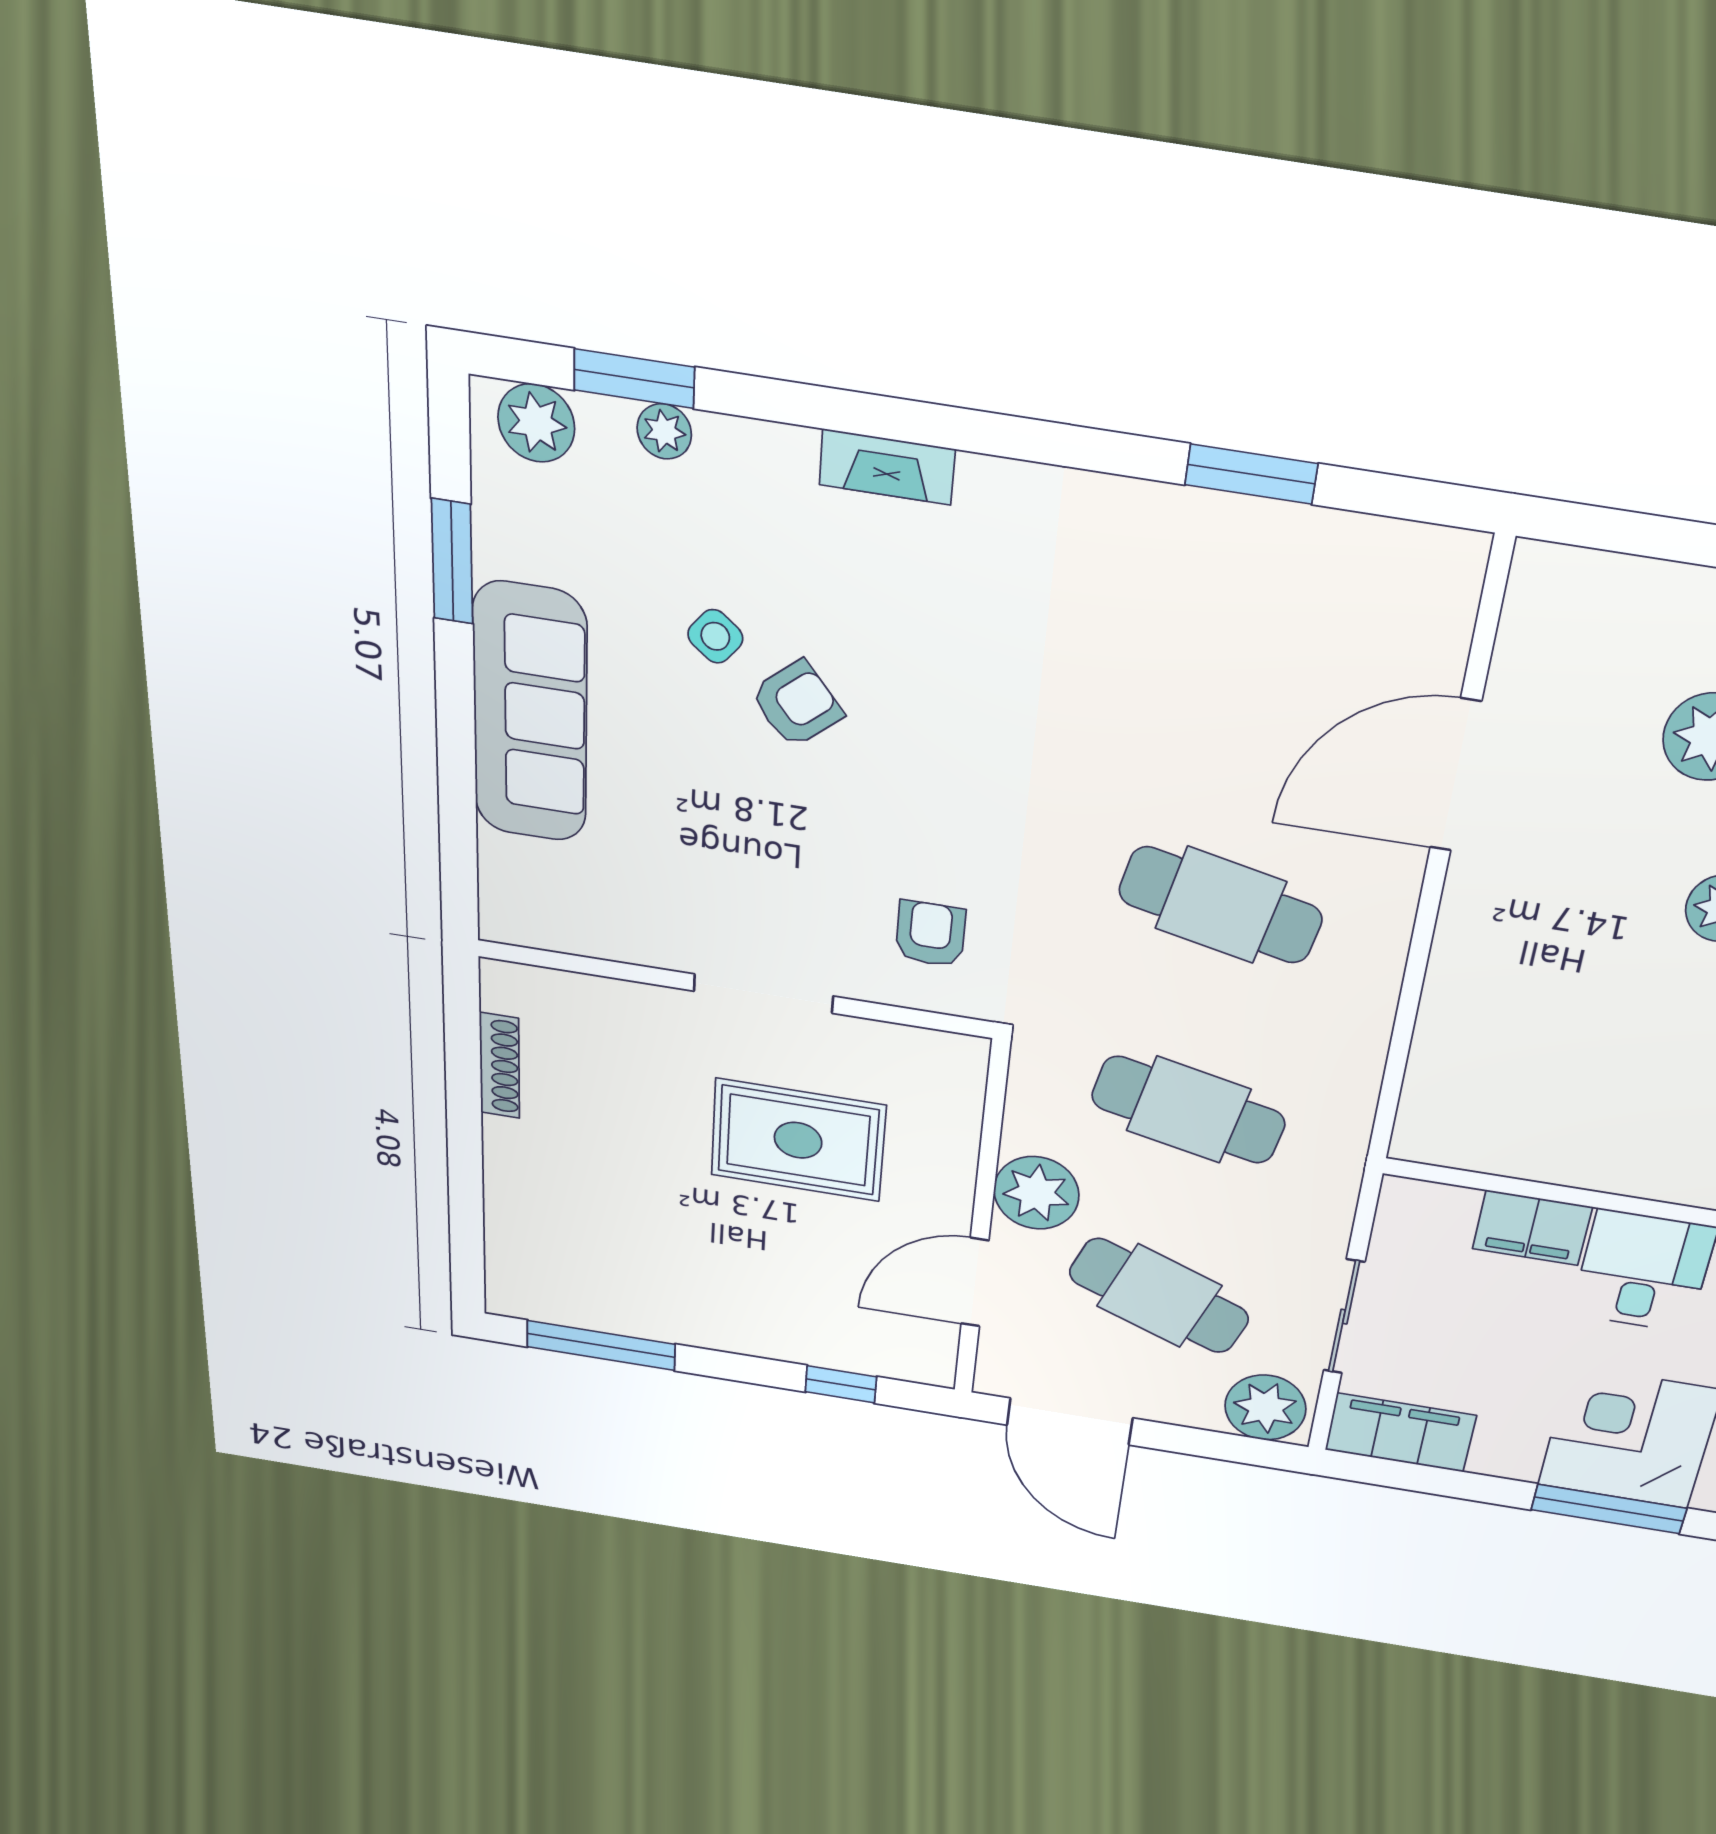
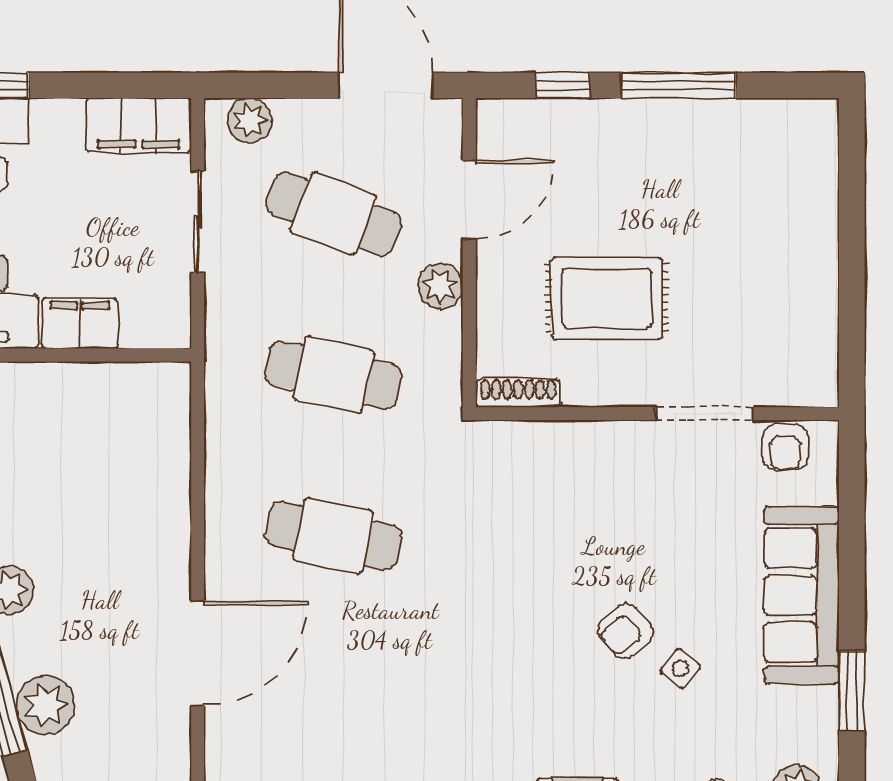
armchair: (930, 934) -> (786, 447), moved
doorway: (763, 994) -> (705, 414), moved
shoe rack: (500, 1066) -> (518, 393), moved, turned 90
plant: (1036, 1193) -> (440, 286), width x0.73, depth x0.73
window: (601, 1345) -> (679, 85), moved
plant: (1265, 1408) -> (250, 120), width x0.73, depth x0.73

